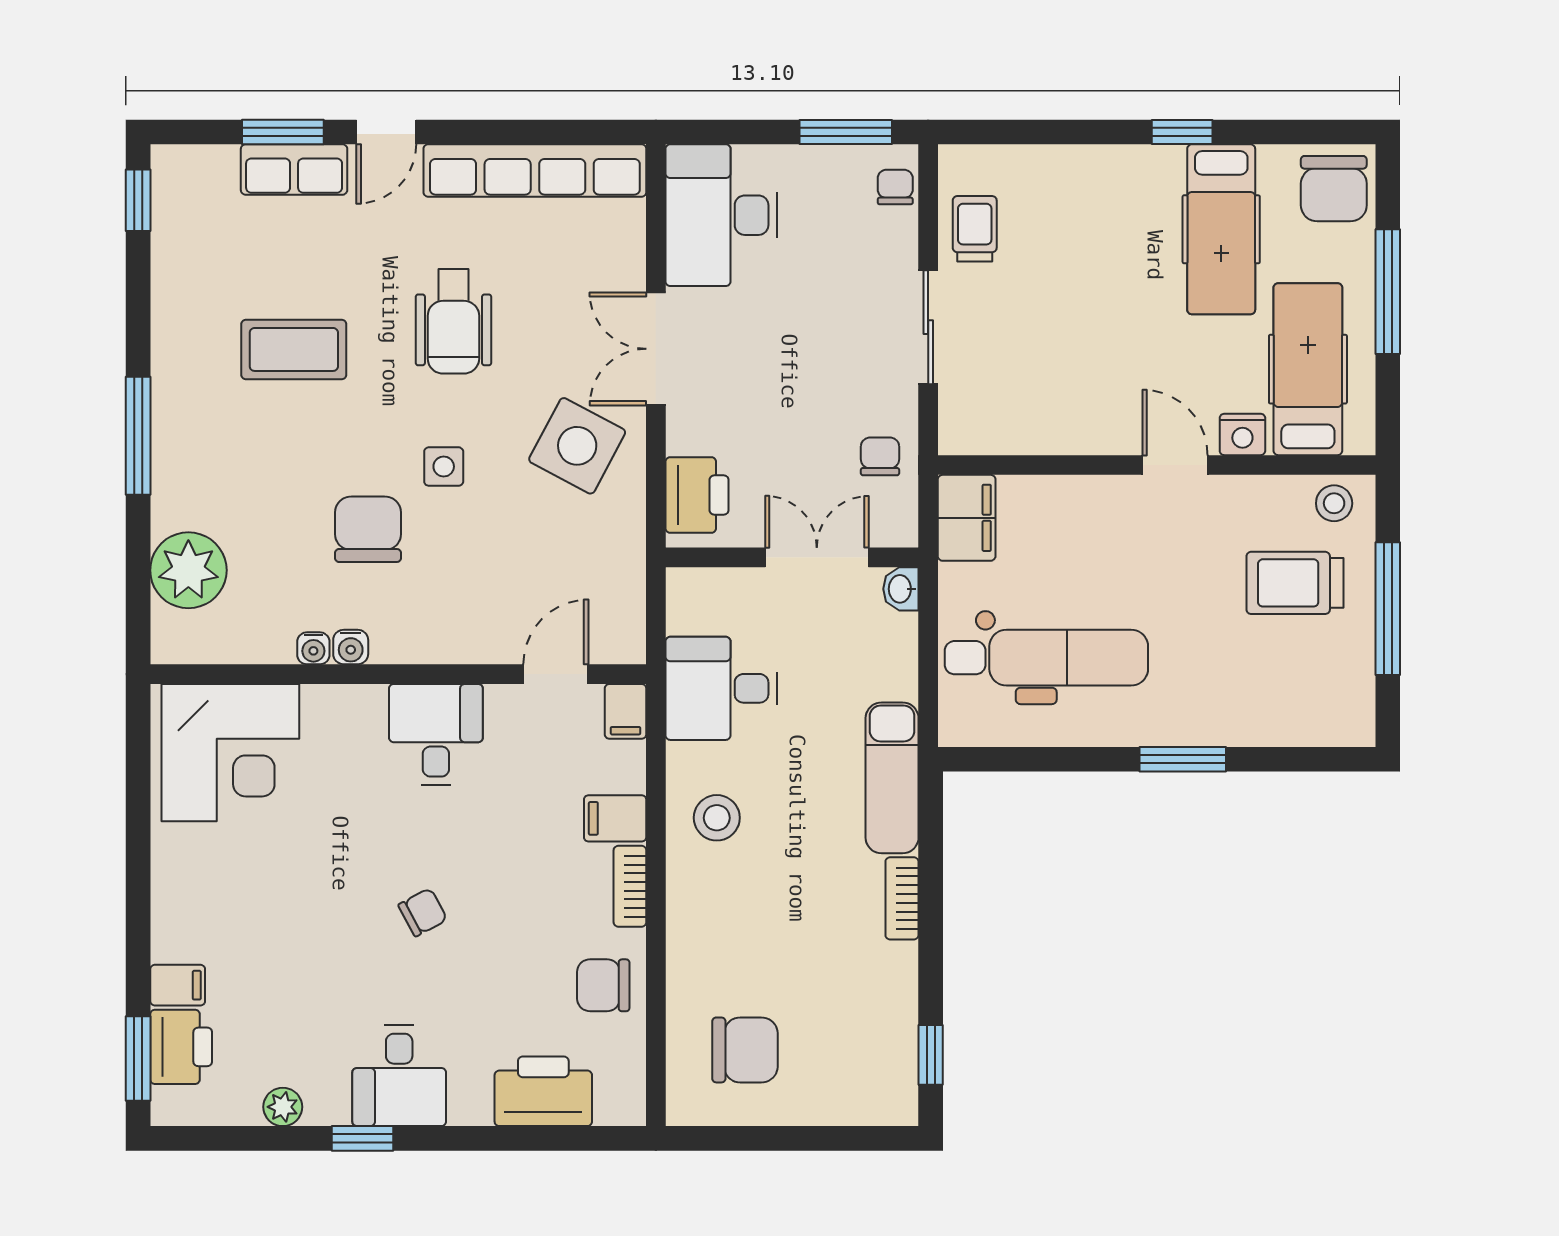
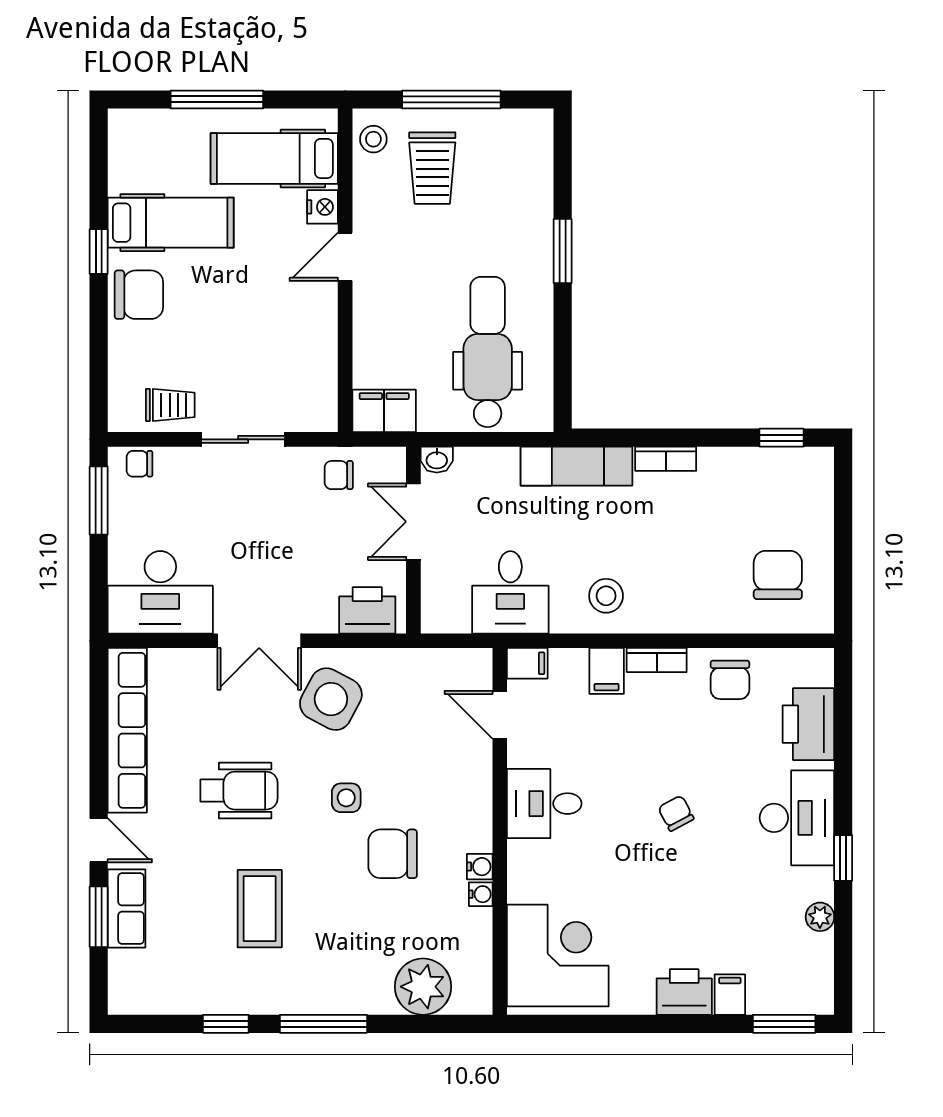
chair: (1334, 189) -> (139, 295), moved
window: (138, 200) -> (226, 1024), moved
trolley: (975, 229) -> (170, 405), turned 180
printer: (181, 1047) -> (684, 992), moved
desk: (399, 1076) -> (797, 818), width x1.37

